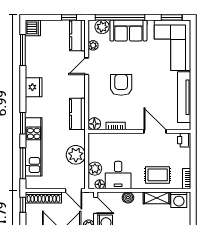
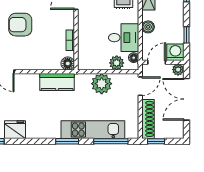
armchair: (121, 85) -> (20, 25), moved
fridge: (34, 87) -> (15, 130), moved

